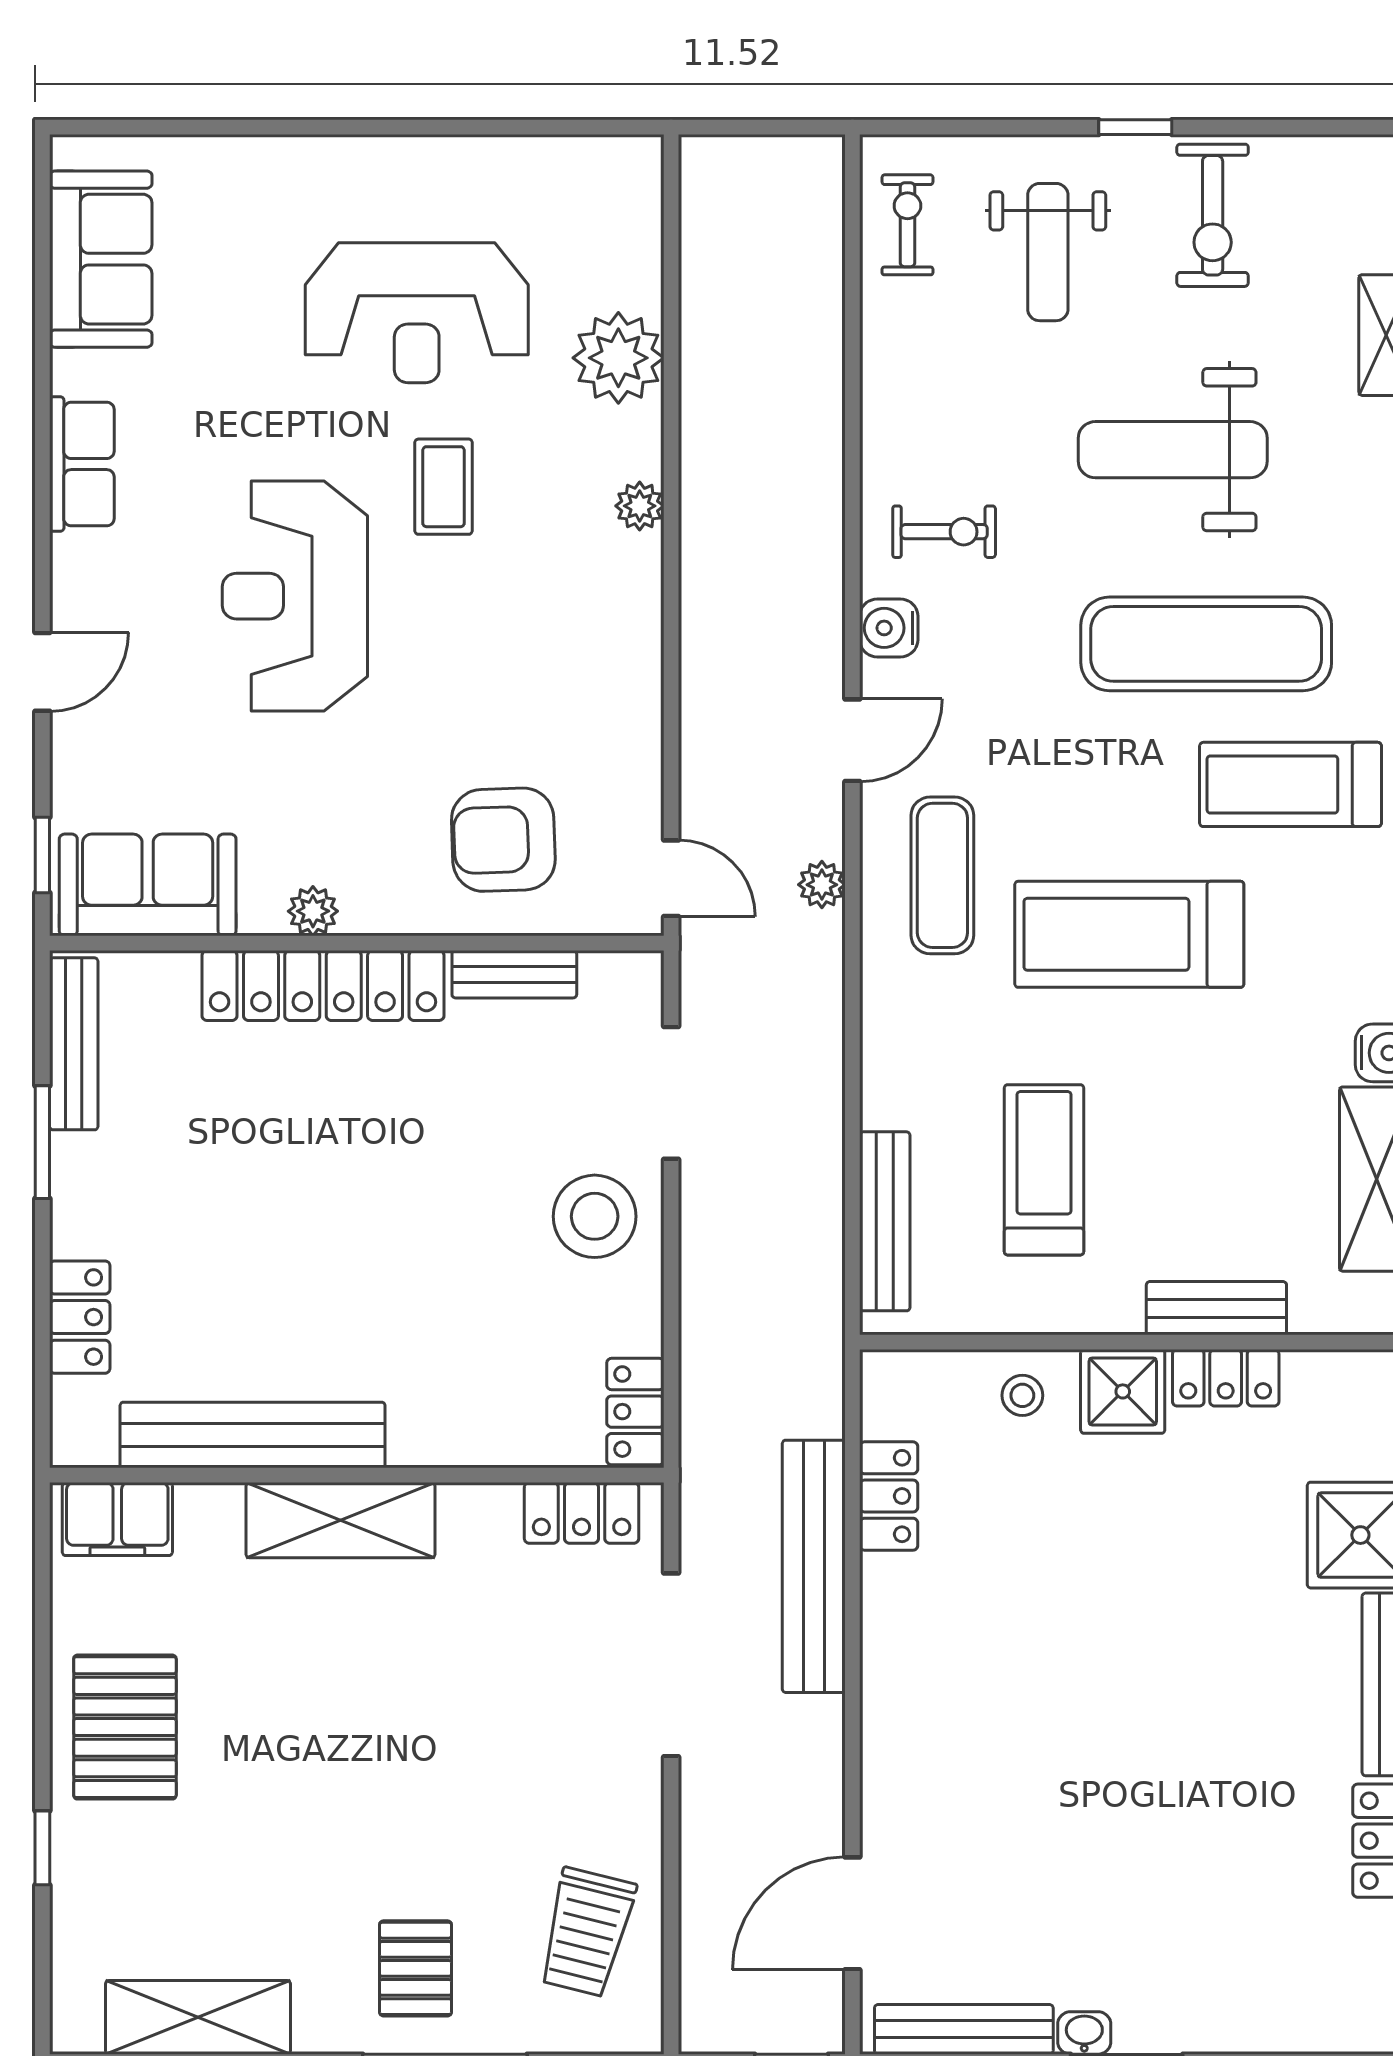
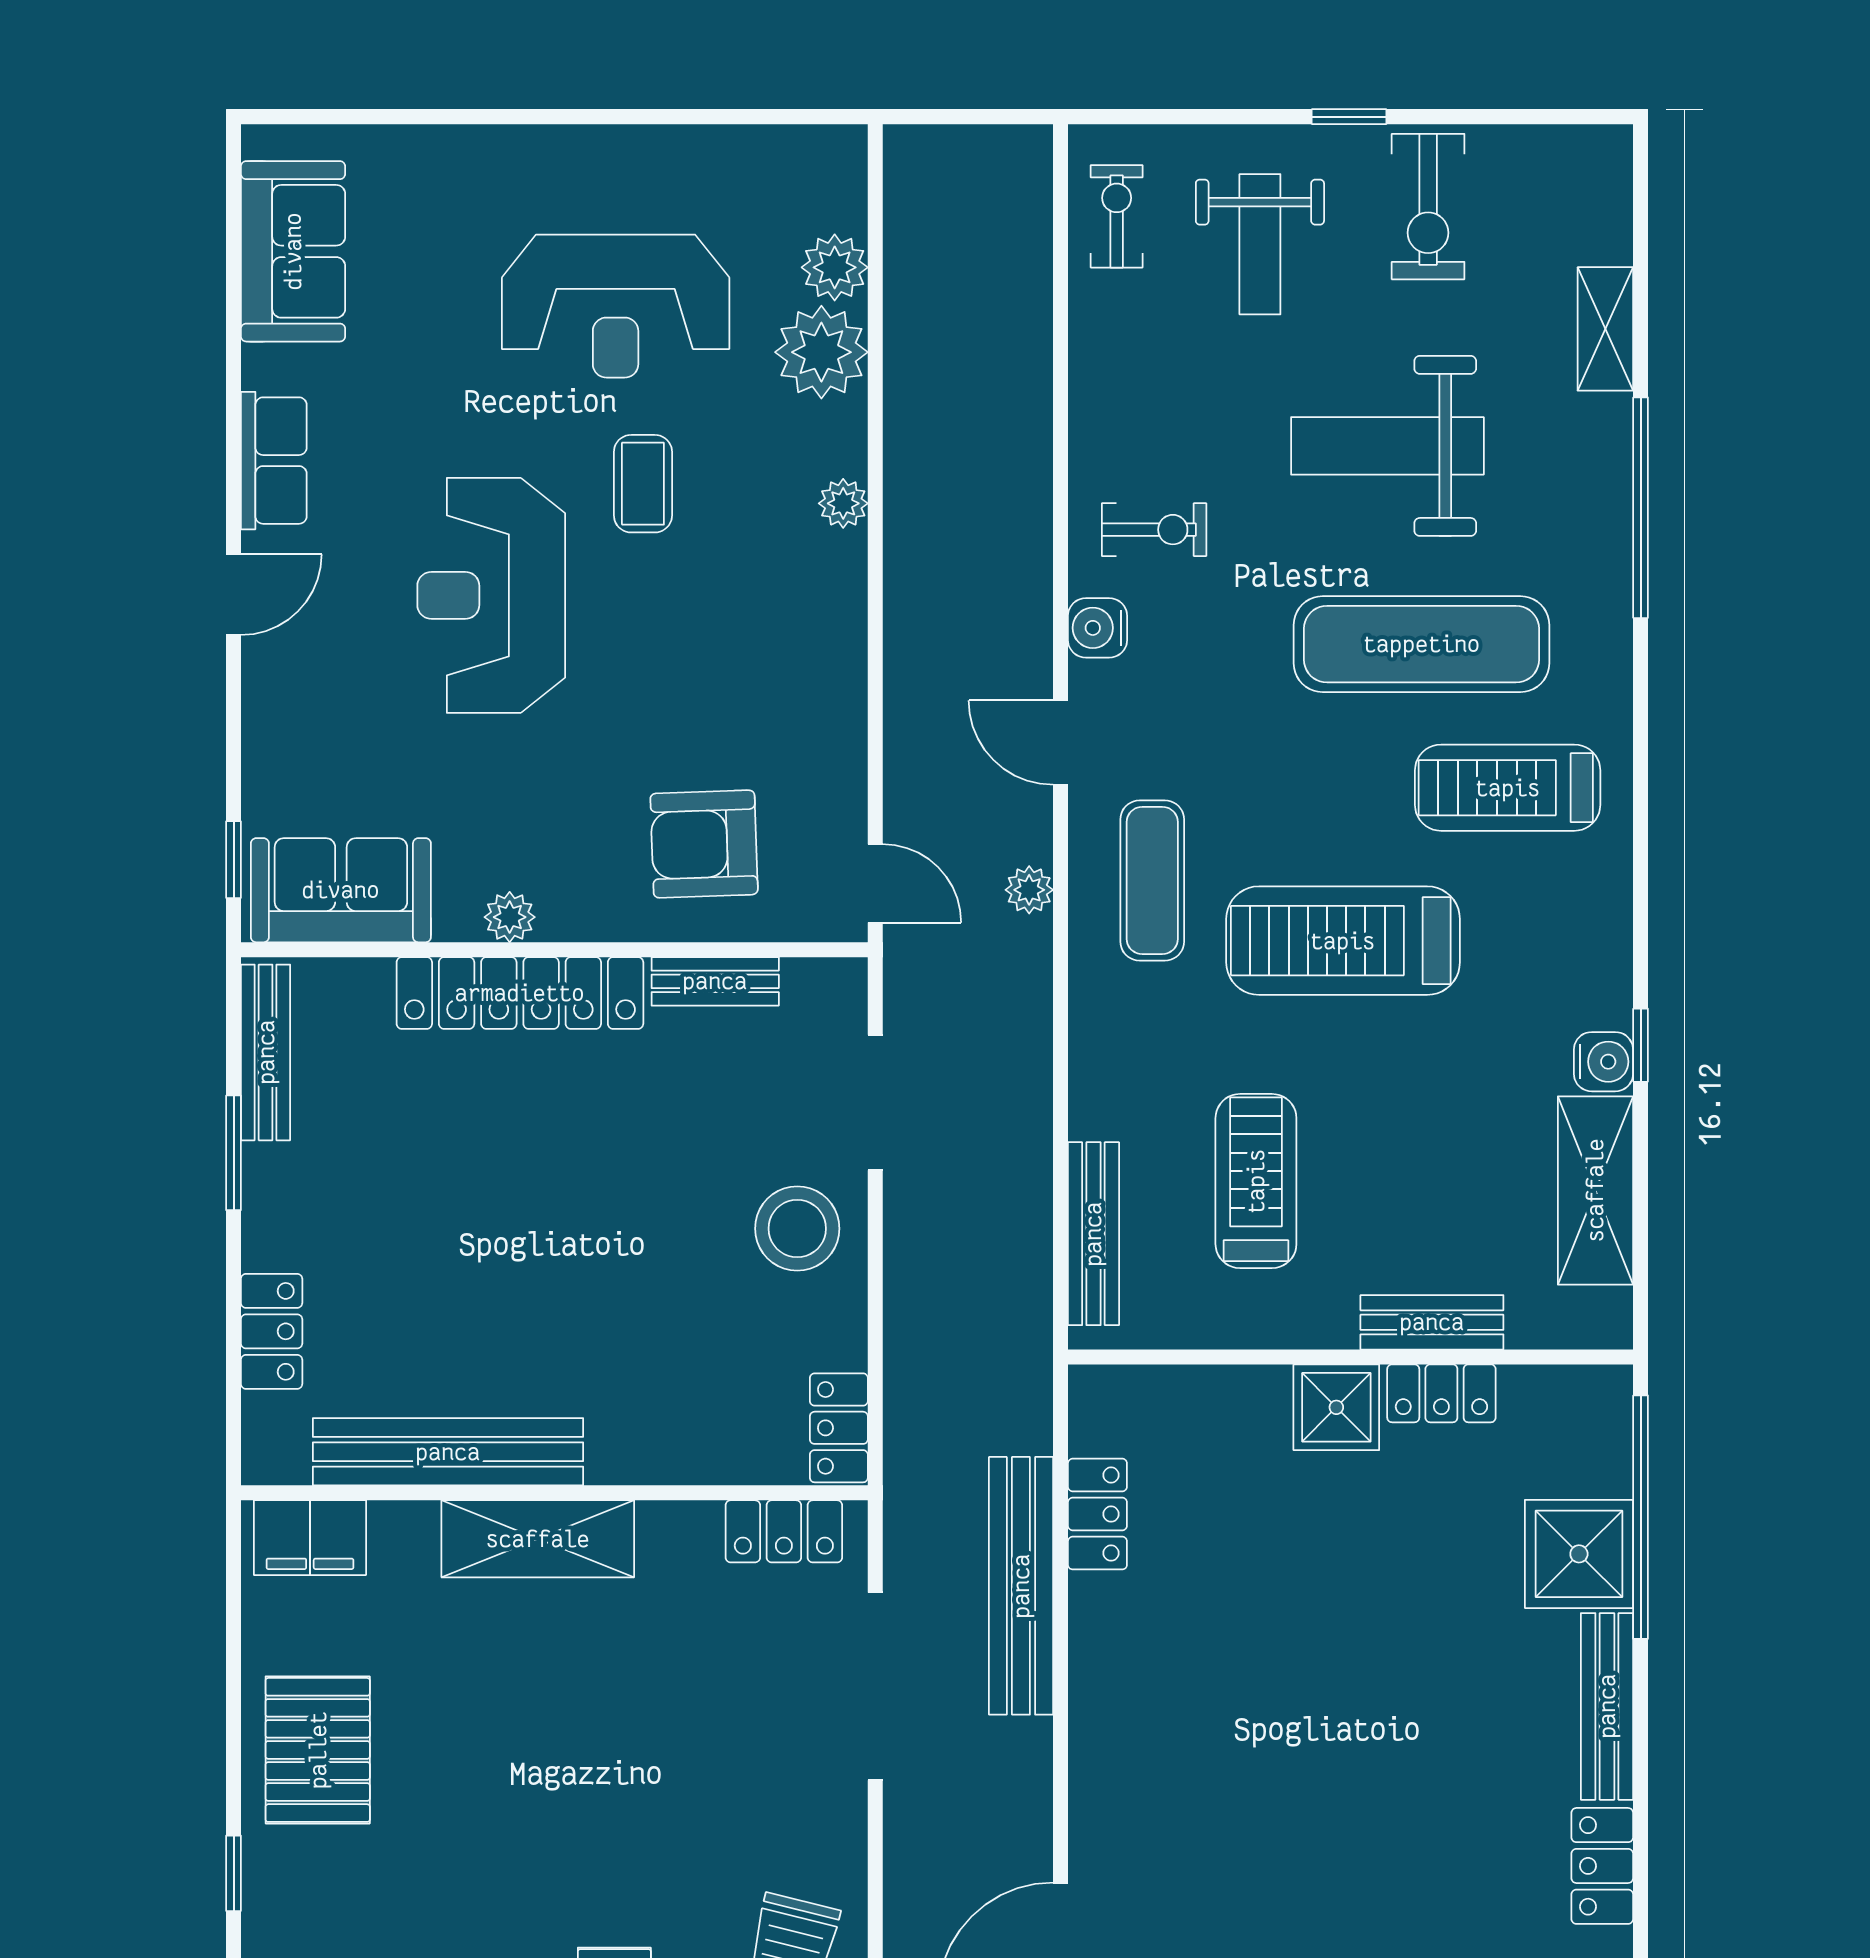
plant: (631, 275) -> (835, 267), added
door: (42, 672) -> (234, 595), moved
door: (852, 740) -> (1060, 742), swing flipped
stool: (1022, 1395) -> (1234, 1411), removed

